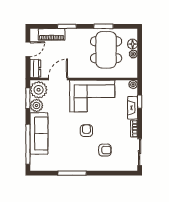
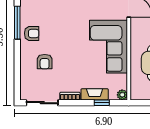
armchair: (86, 131) -> (32, 33), moved

